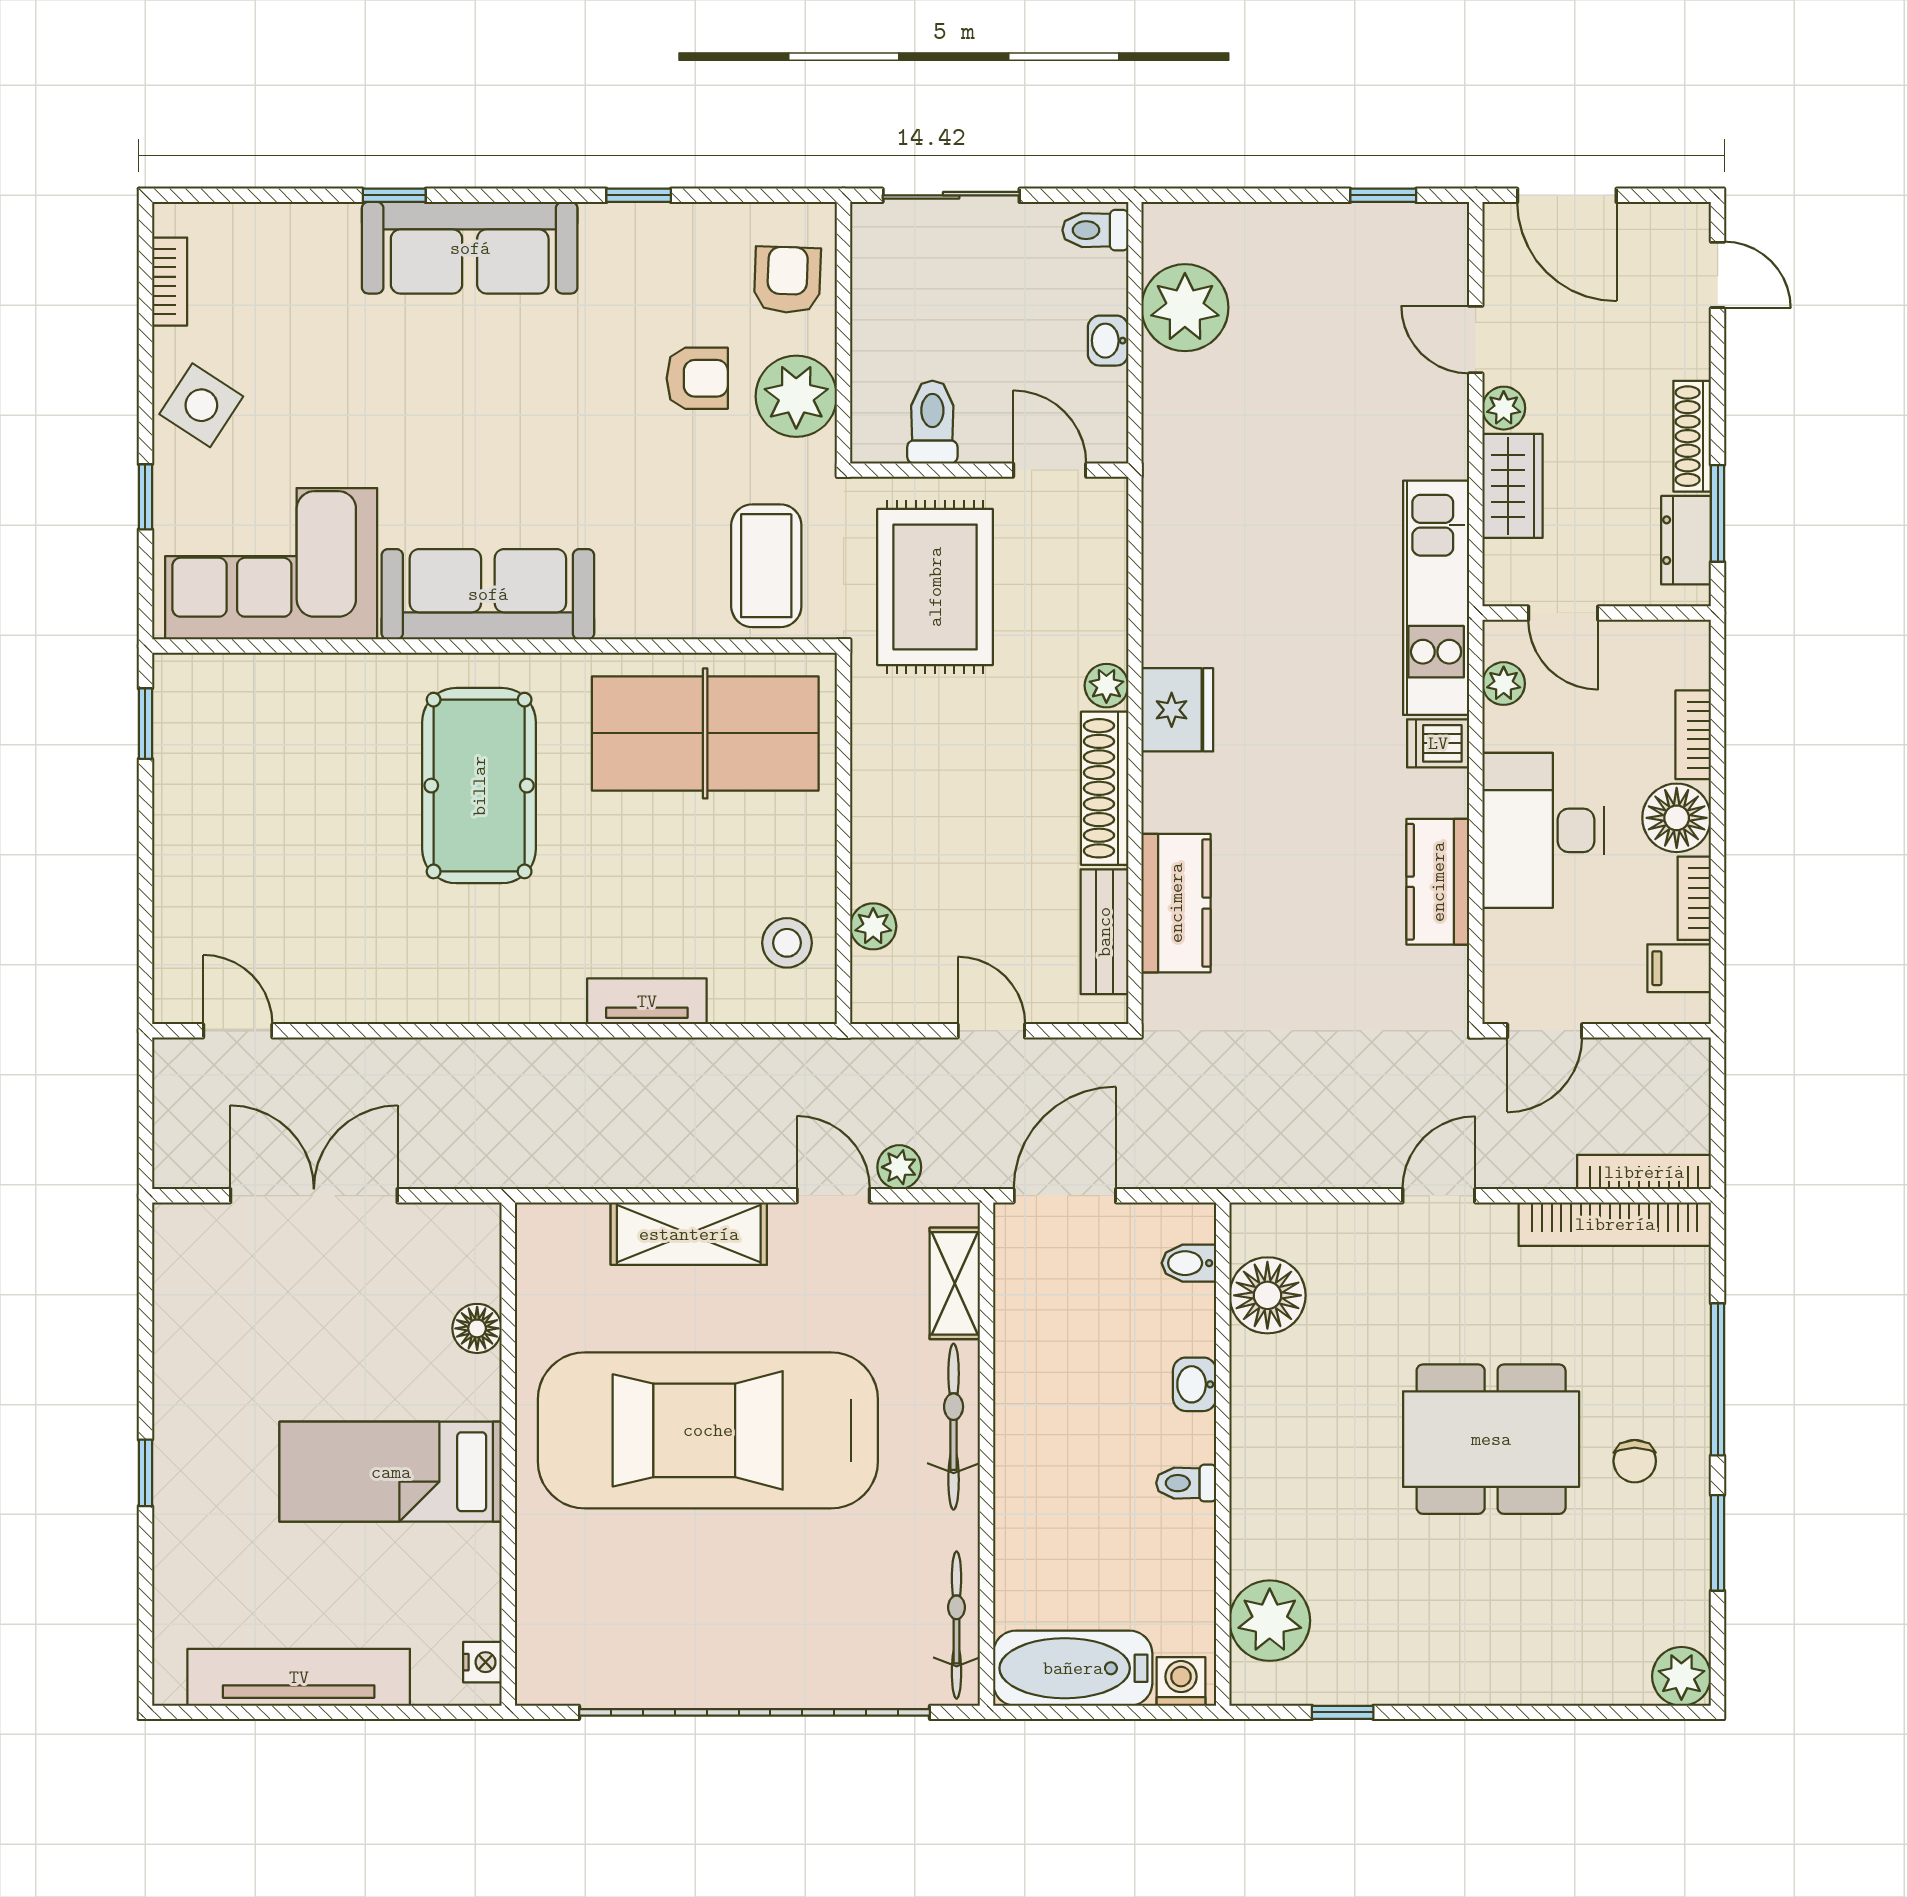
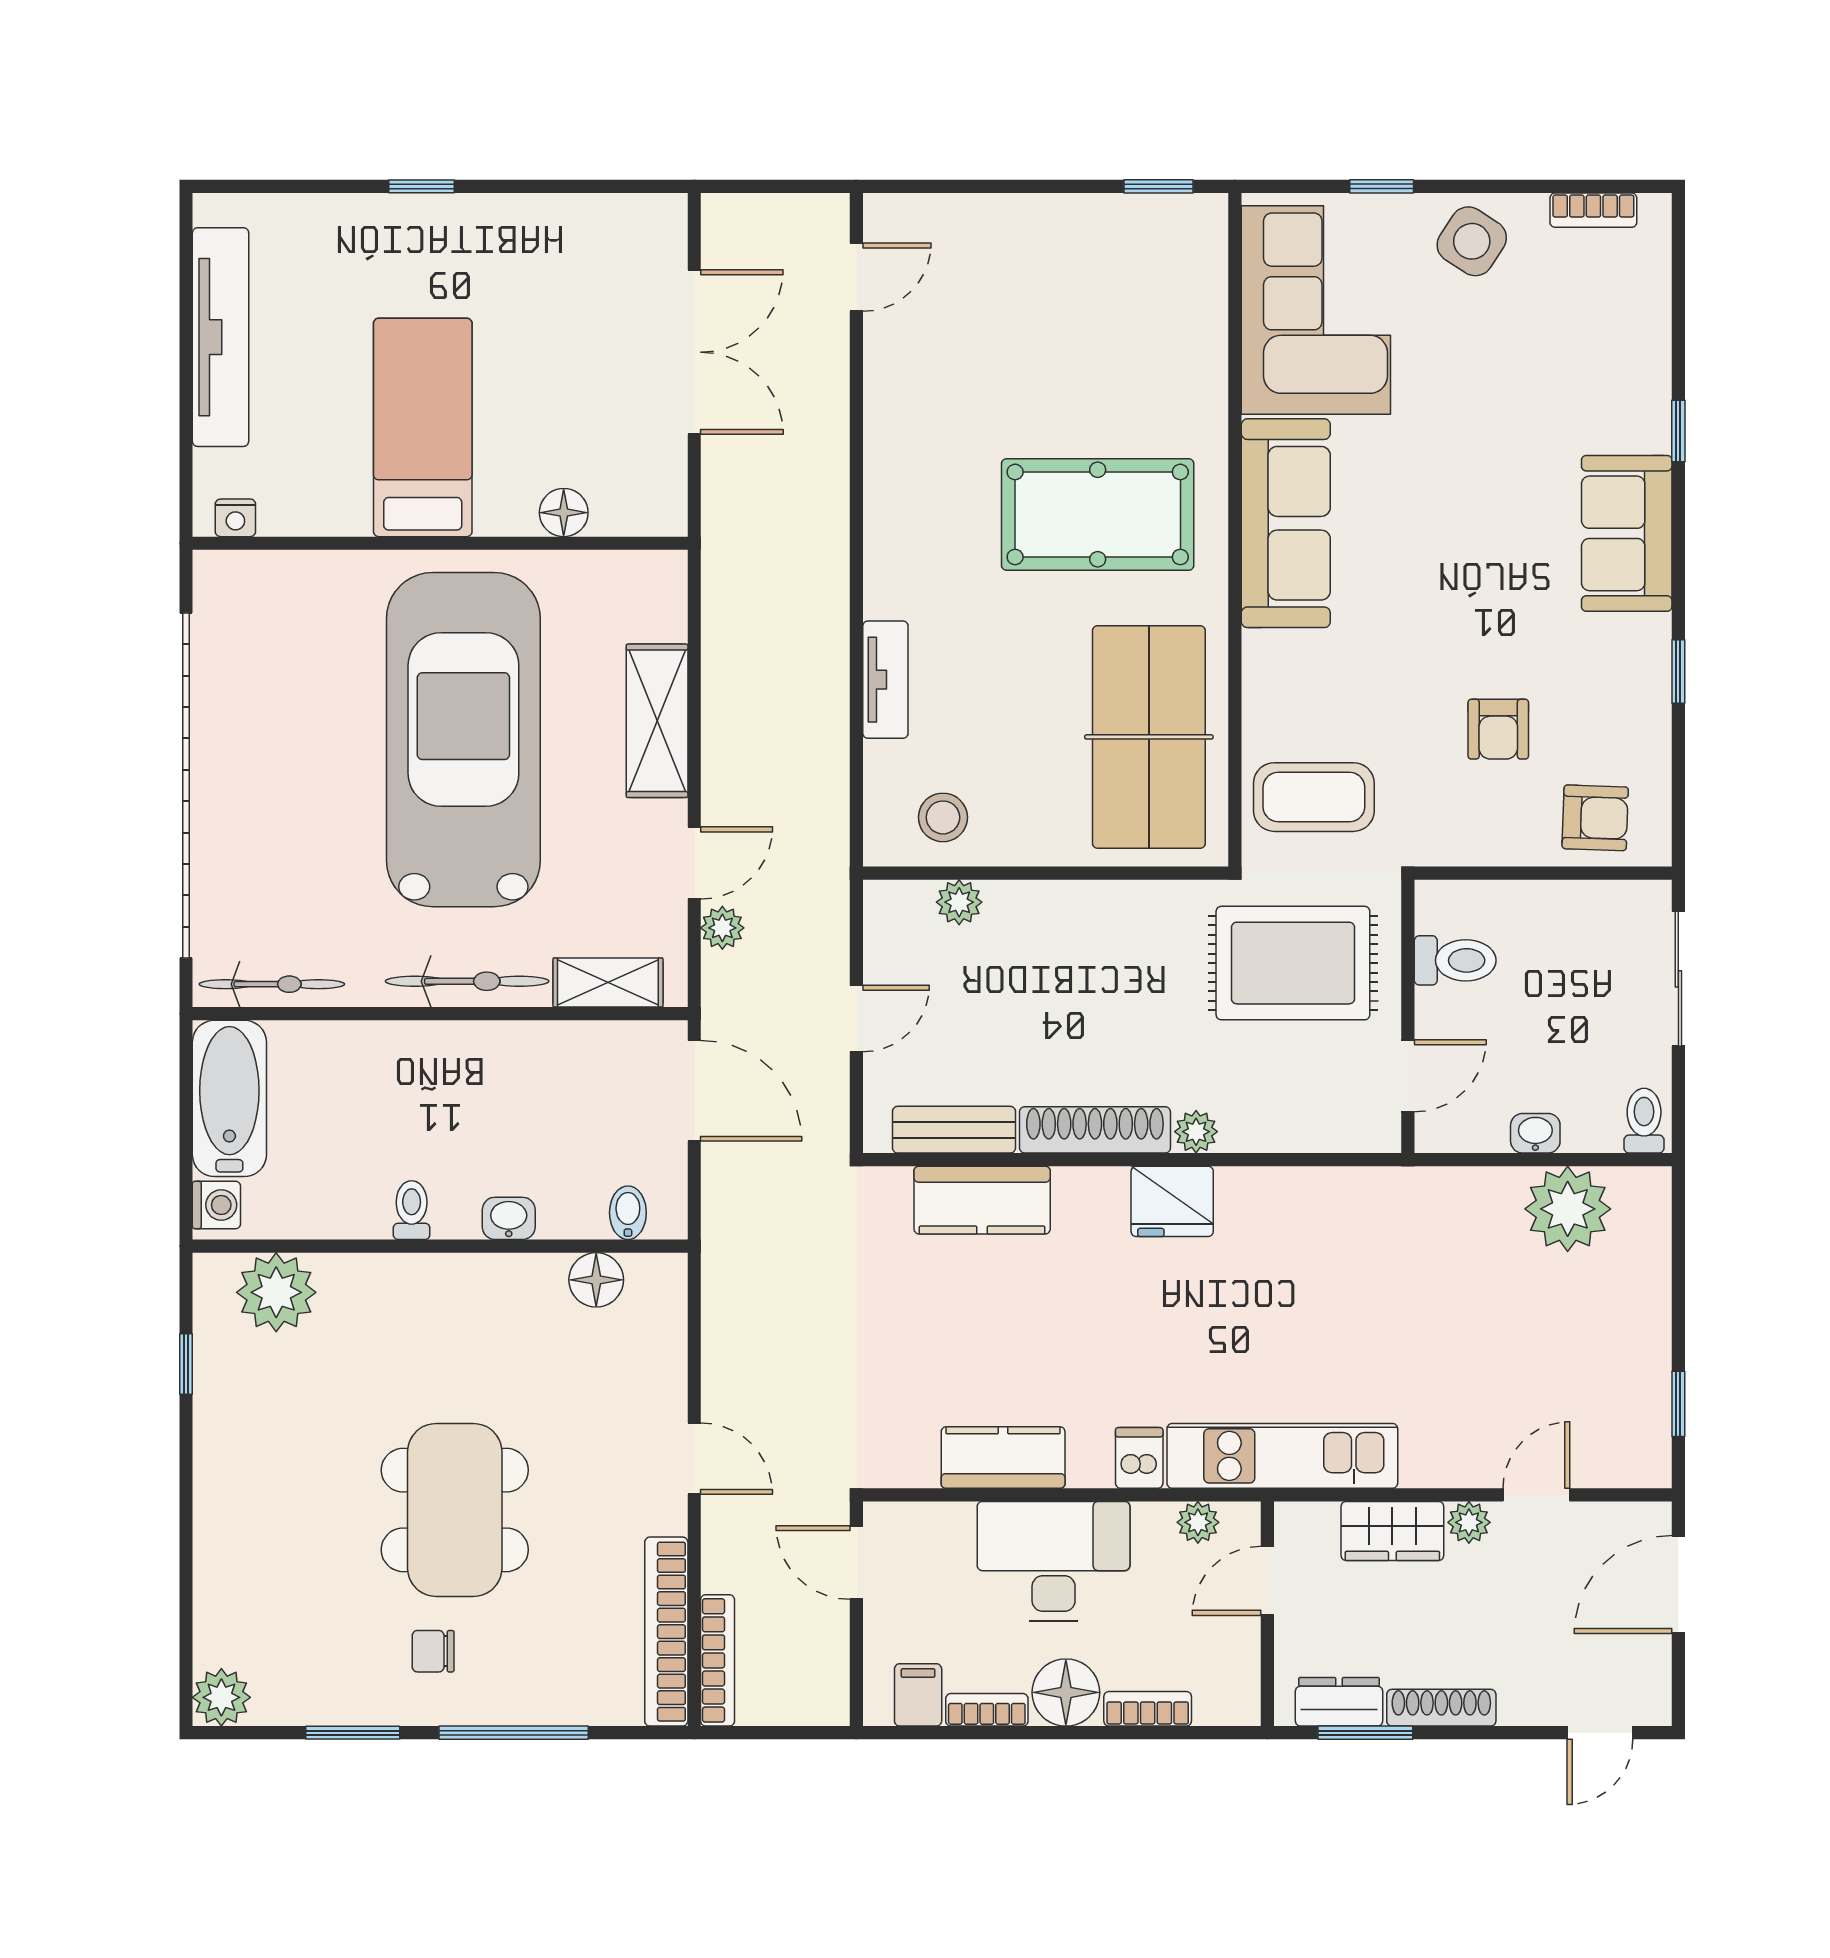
sofa: (470, 248) -> (1627, 533), width x0.73
plant: (796, 396) -> (1481, 827), removed
floor lamp: (1267, 1295) -> (596, 1280), width x0.73, depth x0.73

